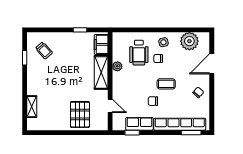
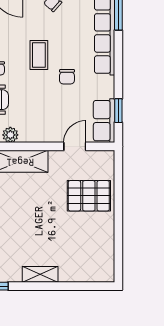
shelving: (32, 107) -> (40, 274), moved
row of seats: (139, 124) -> (104, 121), moved

